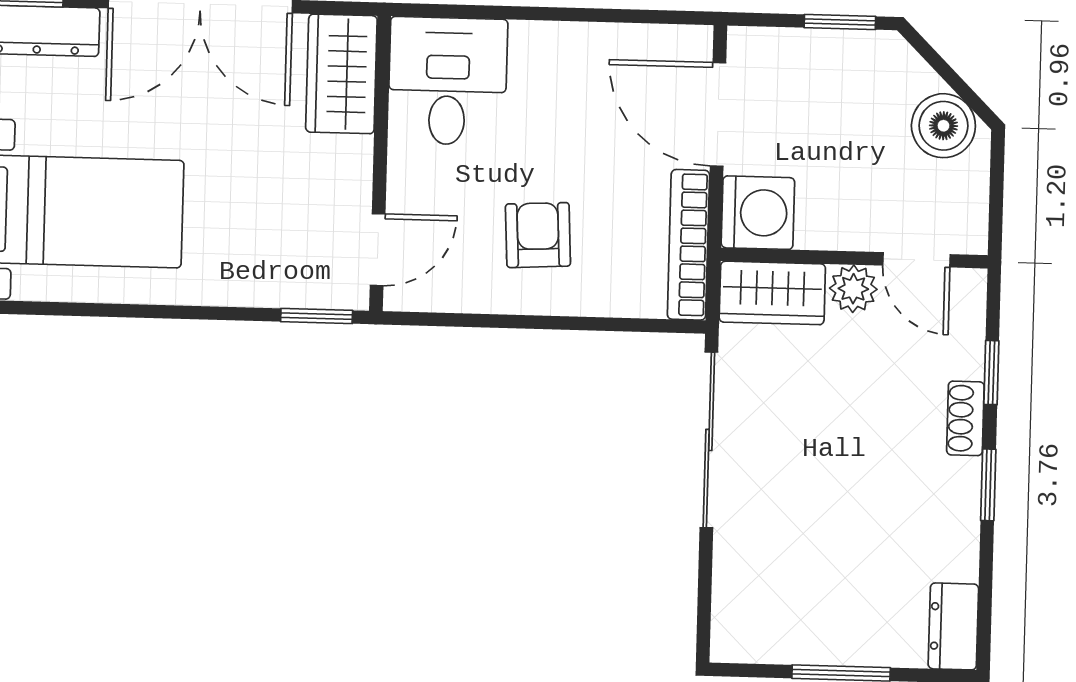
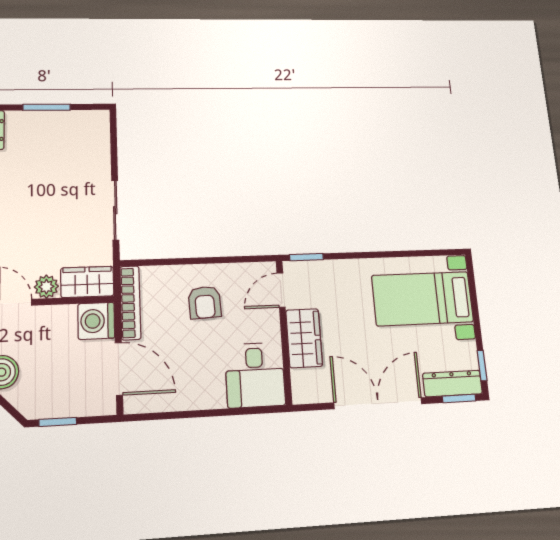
wardrobe: (341, 74) -> (304, 338), moved
sliding door: (709, 440) -> (115, 210), width x0.73

